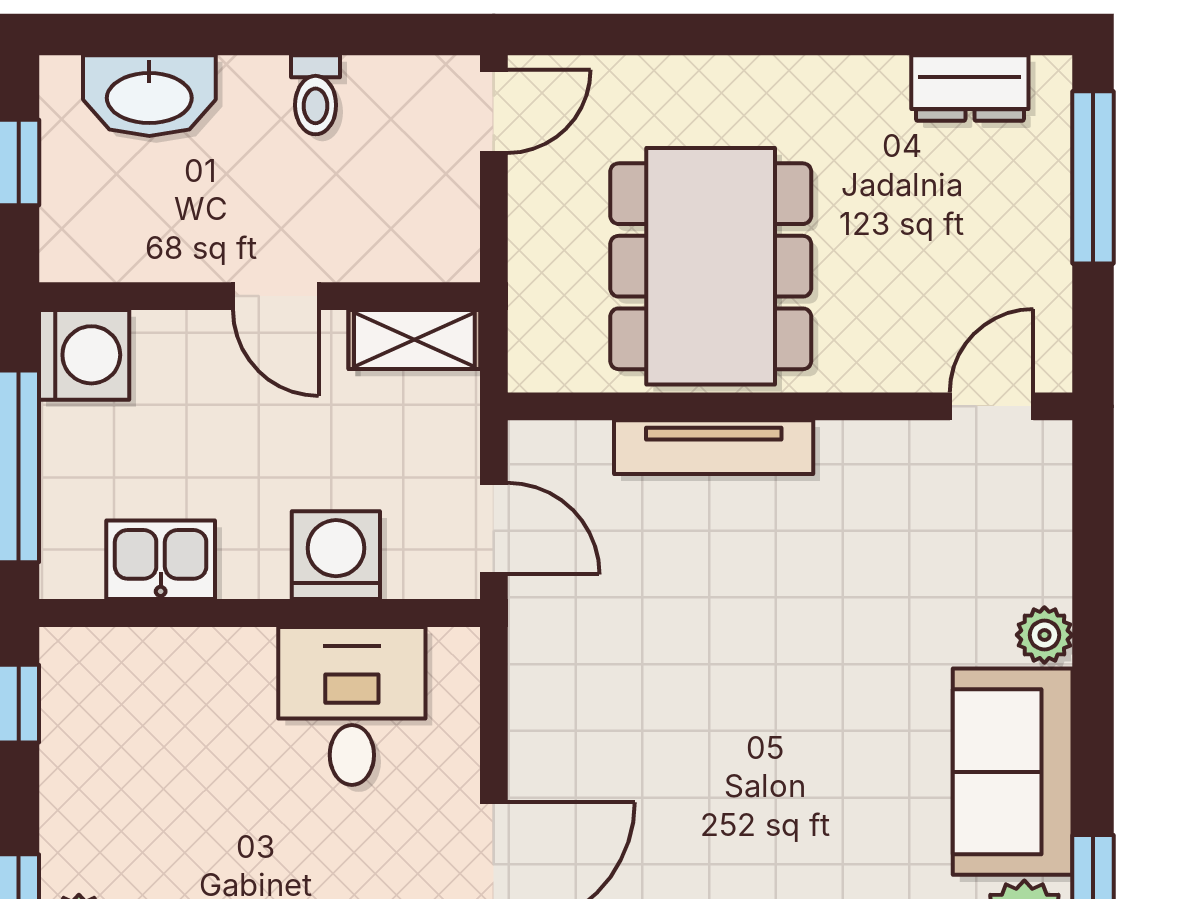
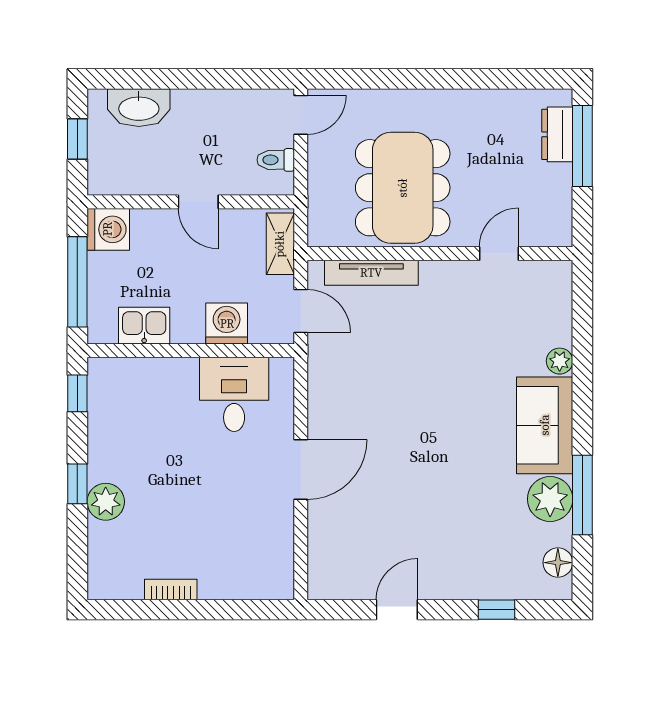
dresser: (970, 88) -> (557, 134), moved, turned 90
toilet: (316, 95) -> (276, 160), moved, turned 90
shelving: (414, 340) -> (280, 244), moved, turned 90
door: (992, 406) -> (499, 254), moved
tv unit: (714, 447) -> (371, 273), moved

